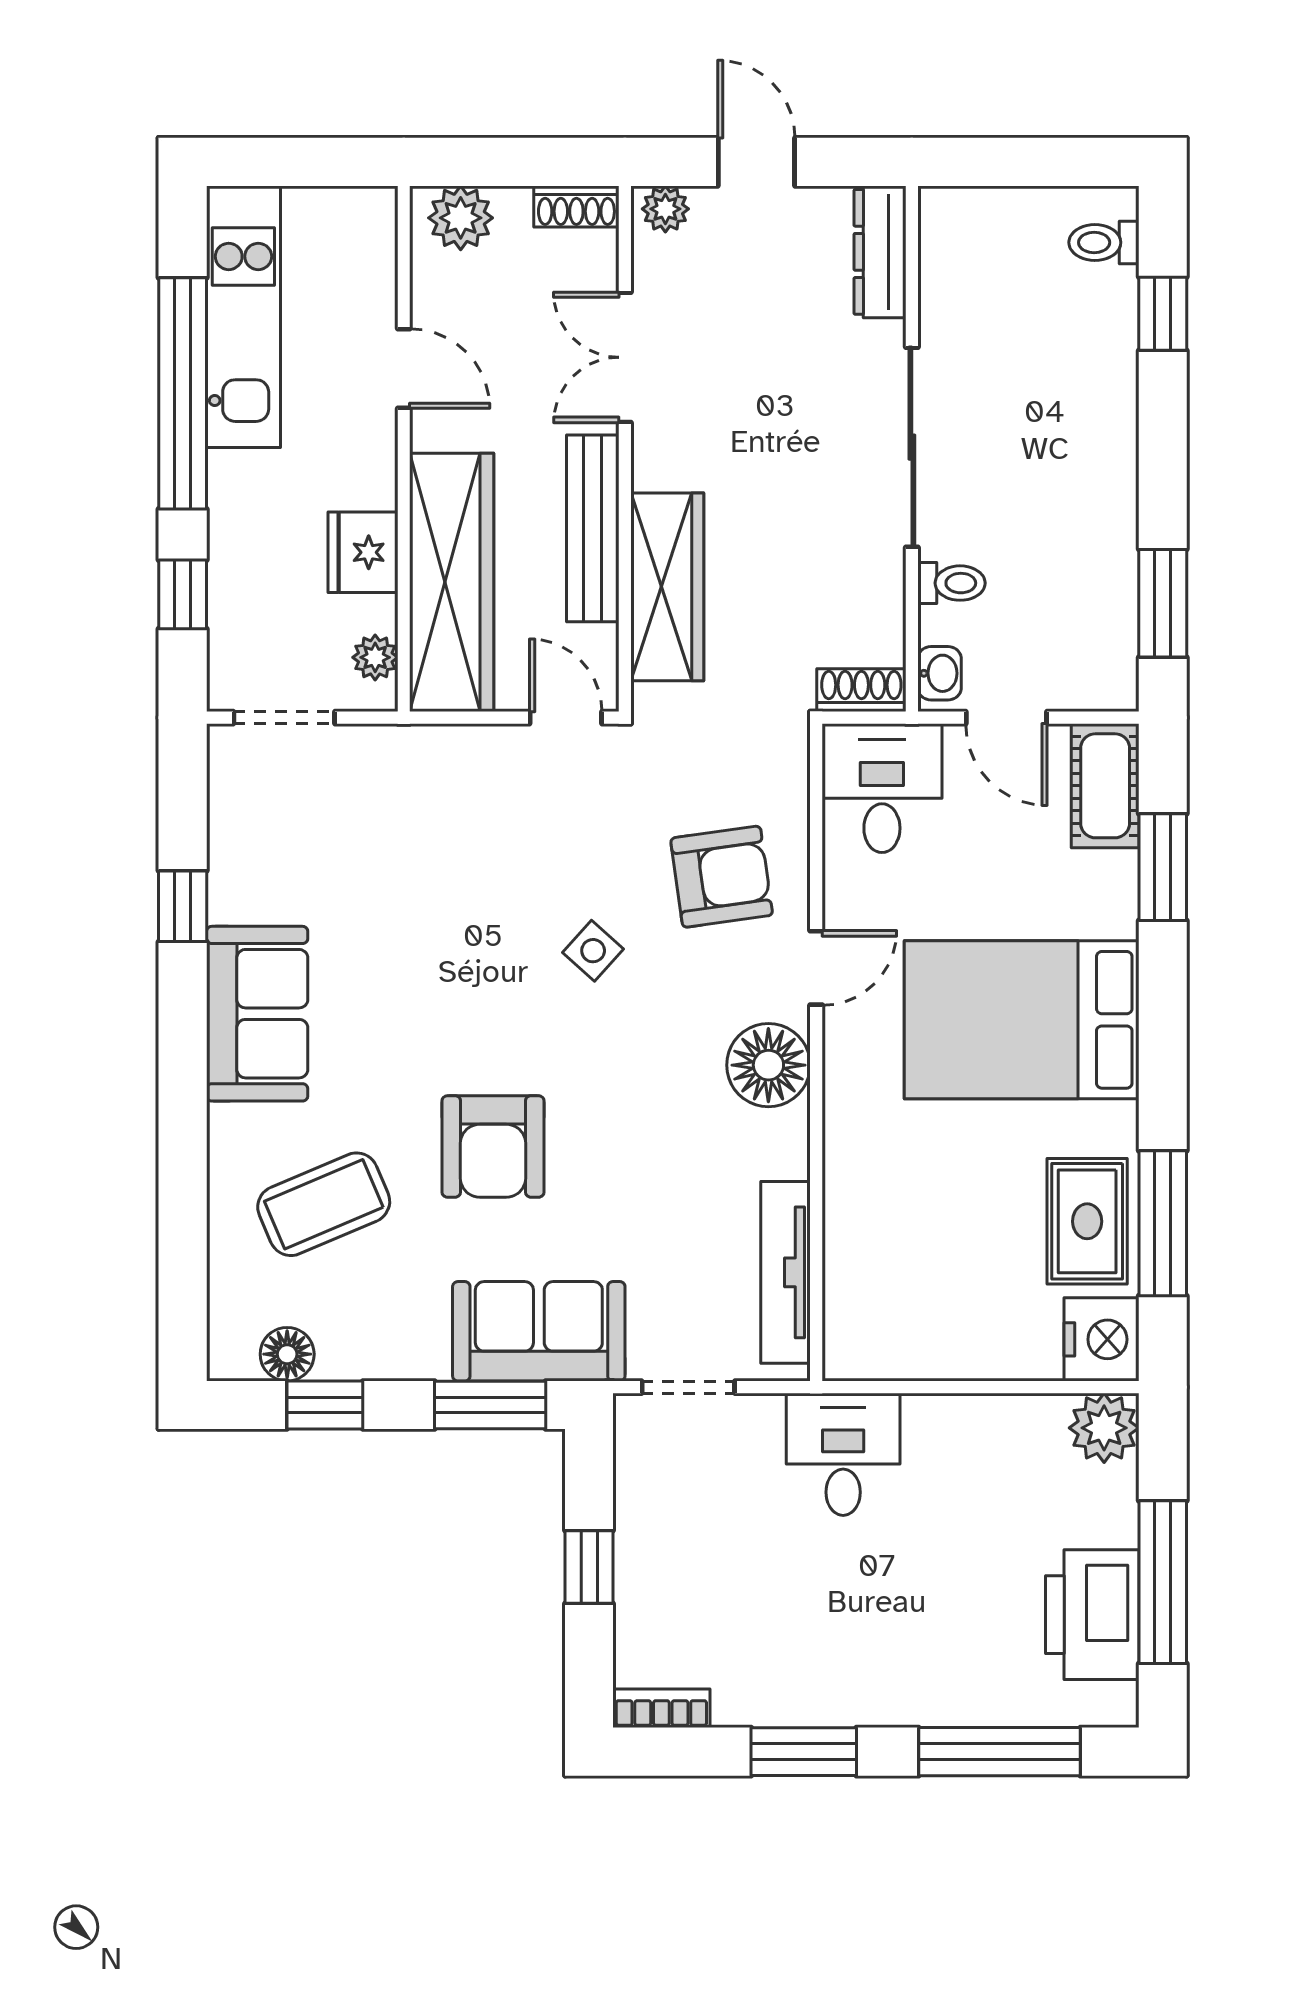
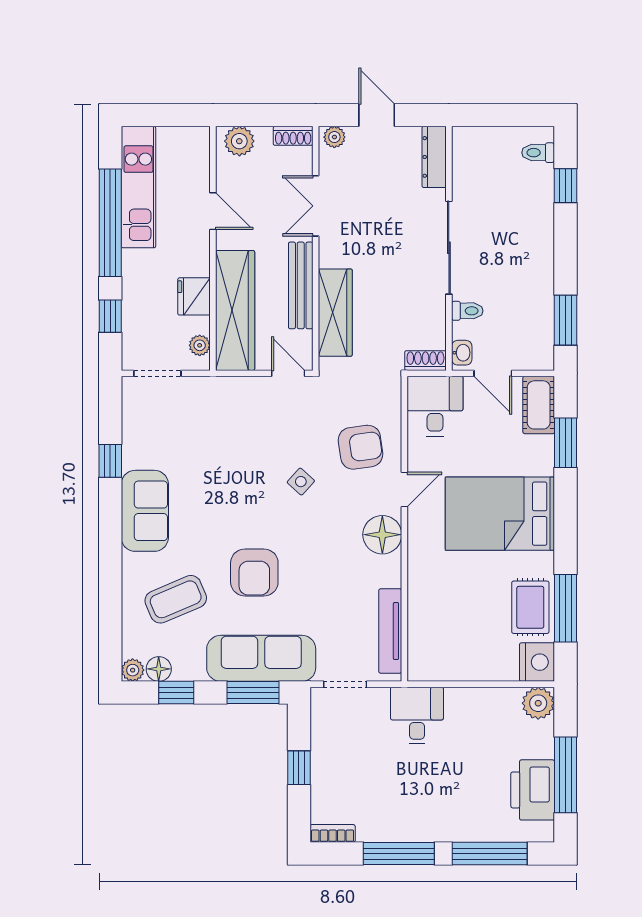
sofa: (539, 1331) -> (261, 658), width x1.36
plant: (231, 1357) -> (133, 670), added
window: (804, 1752) -> (399, 854), width x1.44

